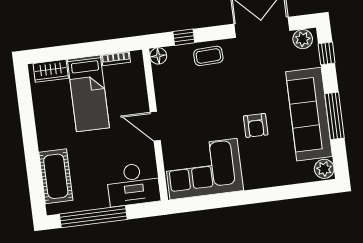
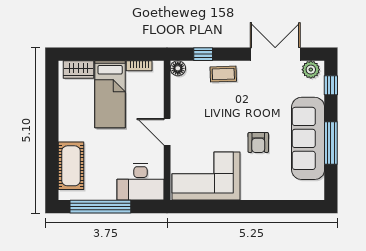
plant: (324, 169) -> (315, 190), removed

